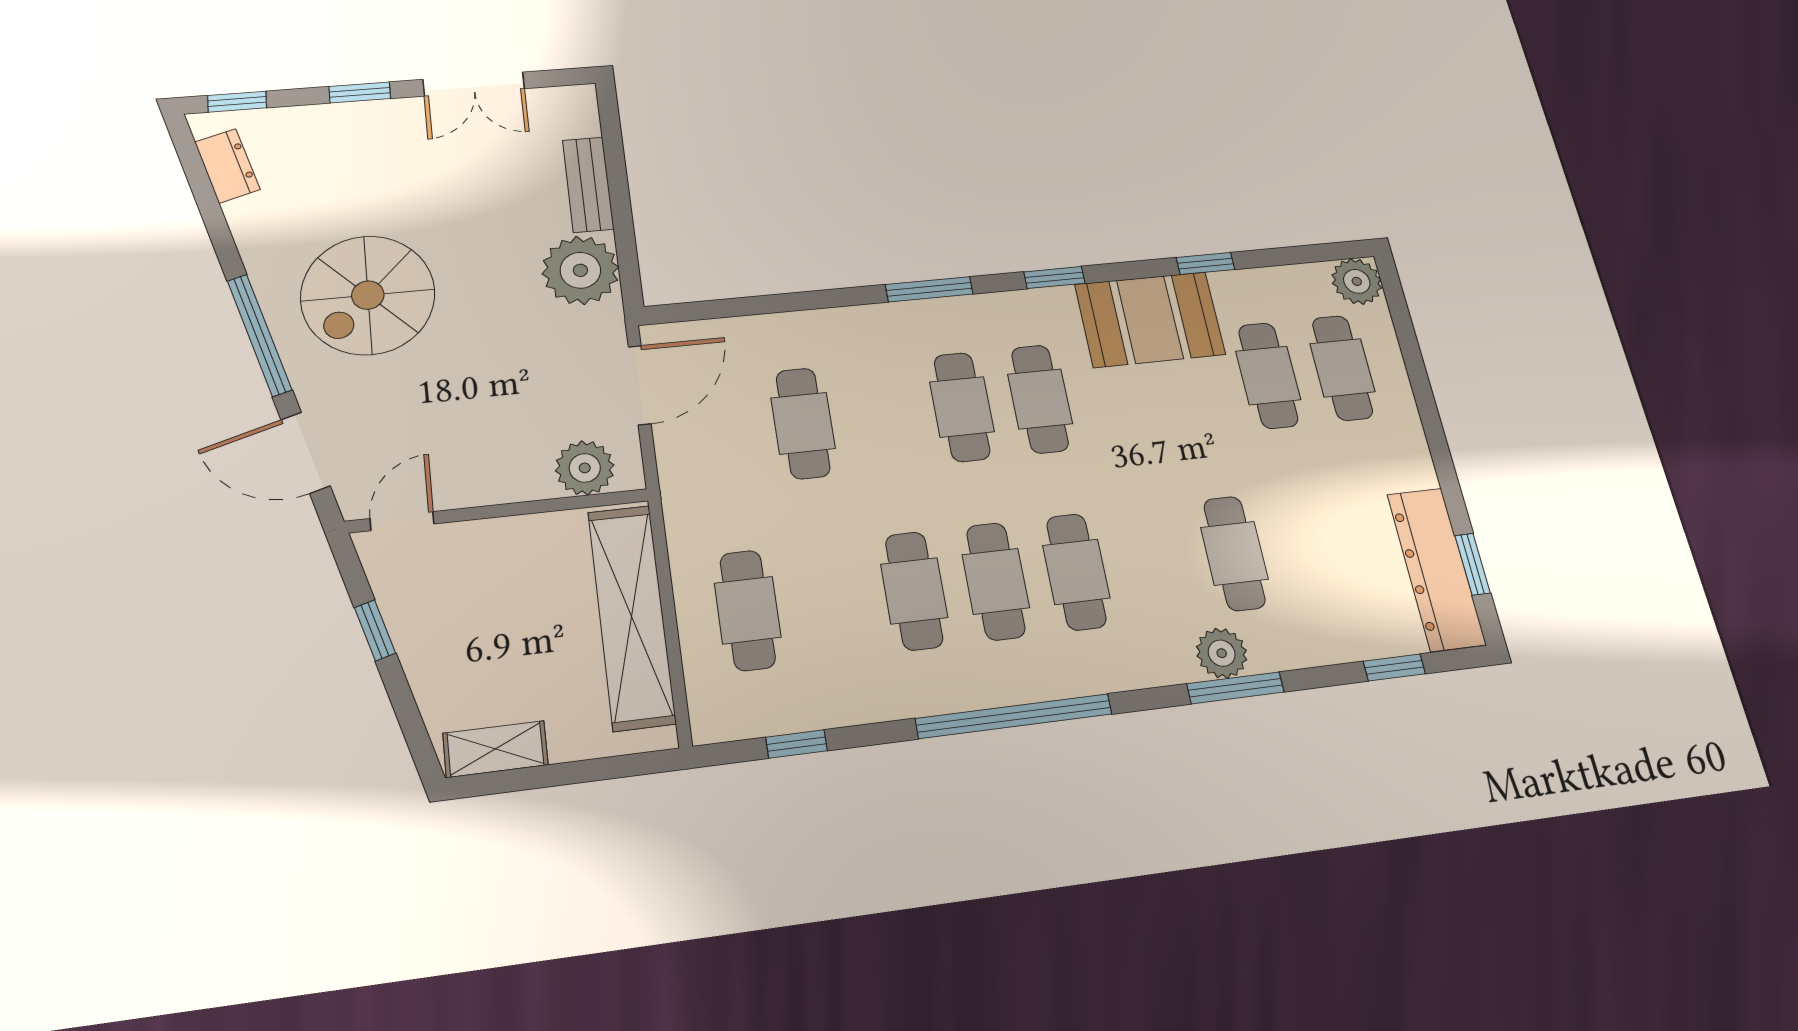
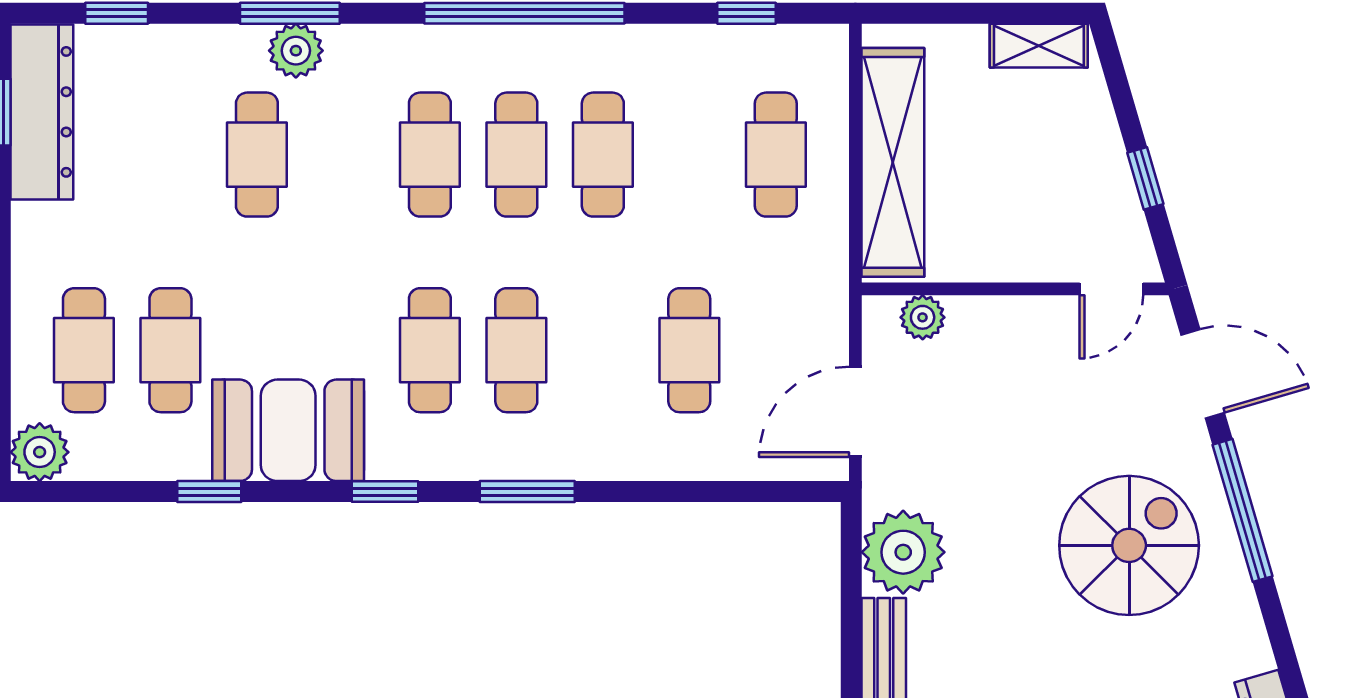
plant: (585, 468) -> (923, 317), width x0.73, depth x0.73

